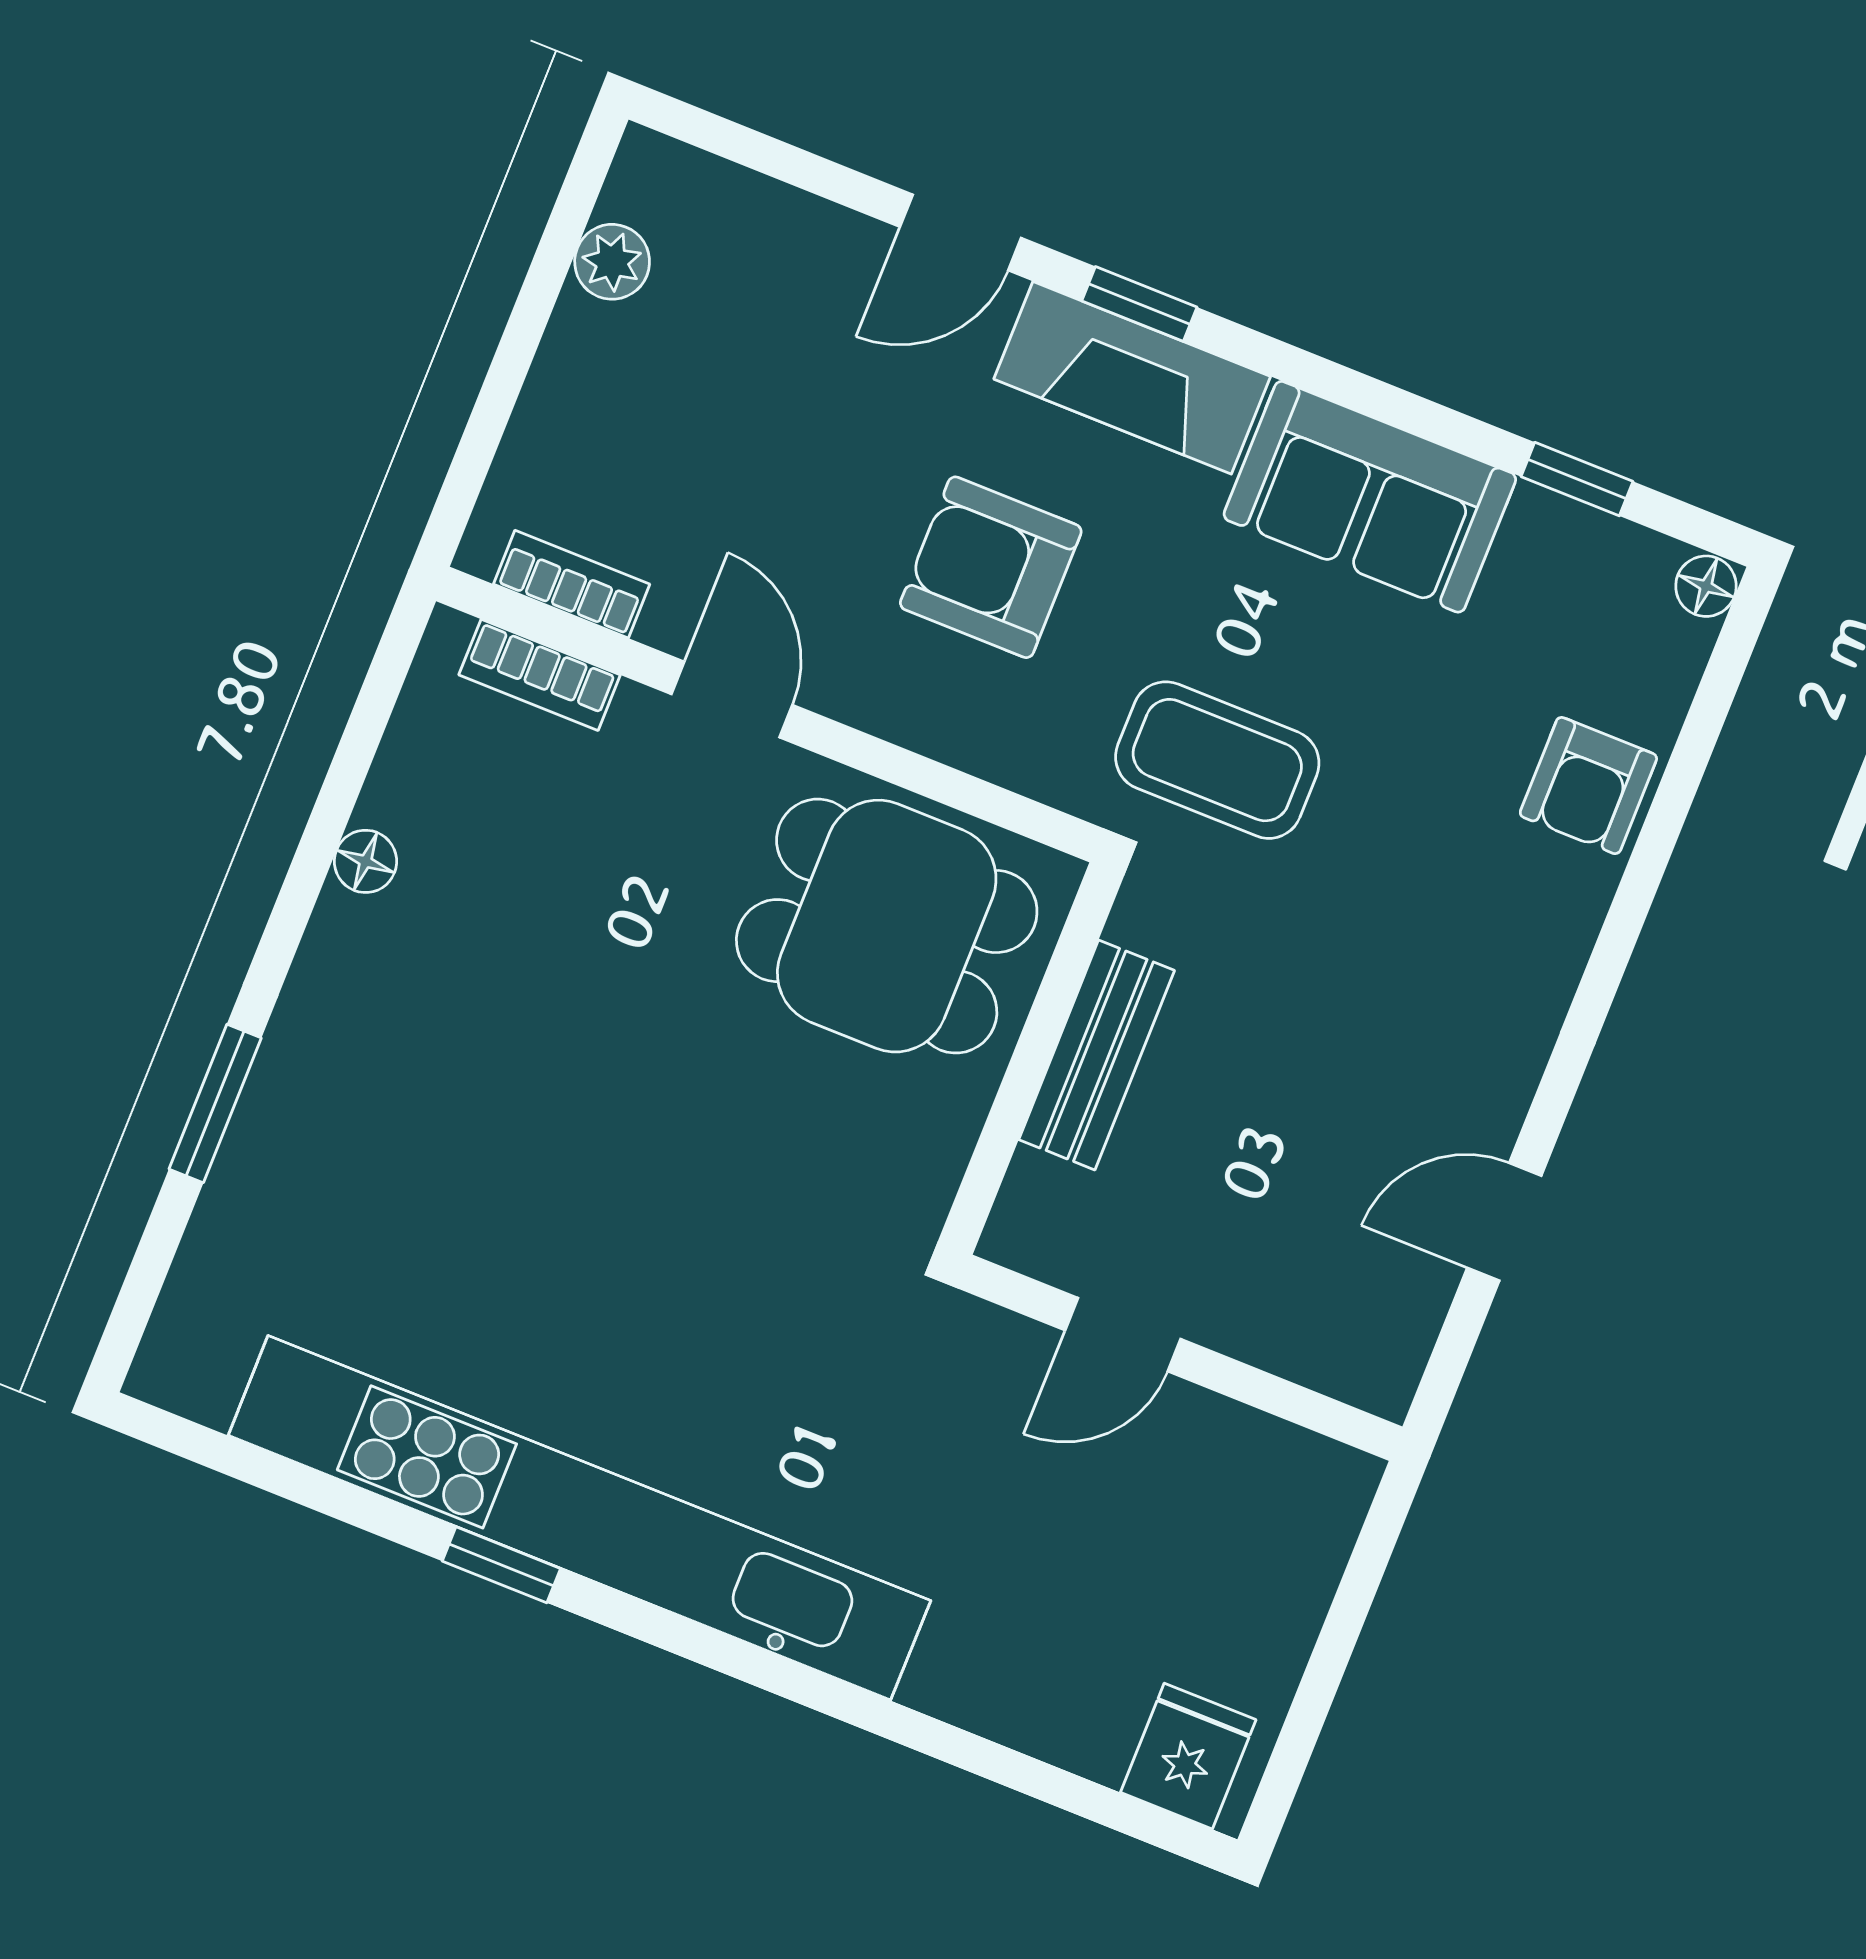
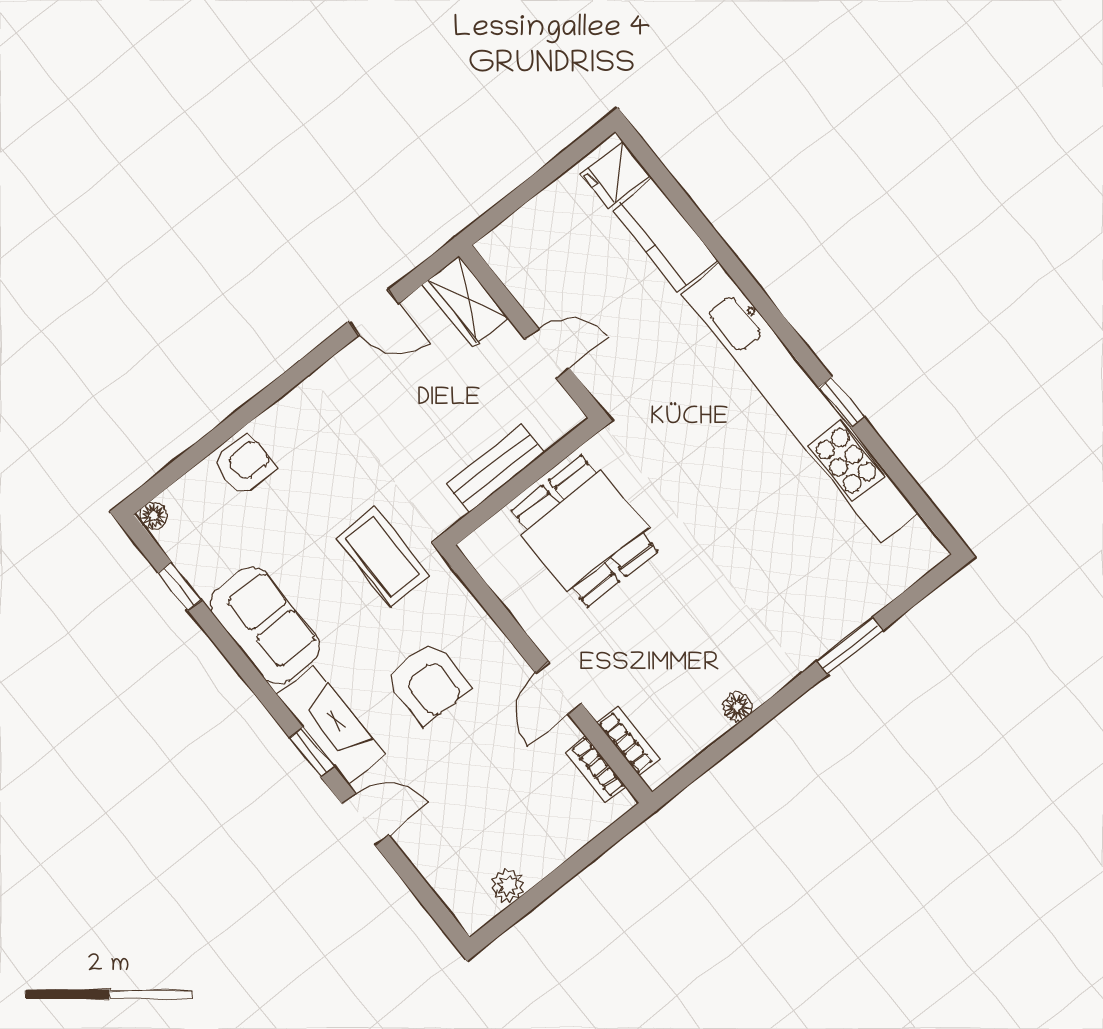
dining table: (887, 926) -> (584, 531), moved
wardrobe: (1339, 1345) -> (466, 301), added
kitchen counter: (1027, 1692) -> (664, 235), added

